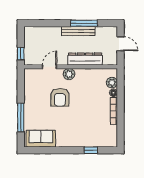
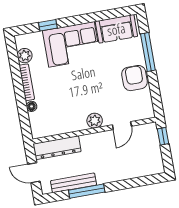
bench: (78, 31) -> (74, 183), moved
dresser: (85, 59) -> (57, 148), moved
plant: (112, 83) -> (25, 56), moved
armchair: (60, 97) -> (134, 78), moved
corner sofa: (76, 133) -> (72, 44), added

